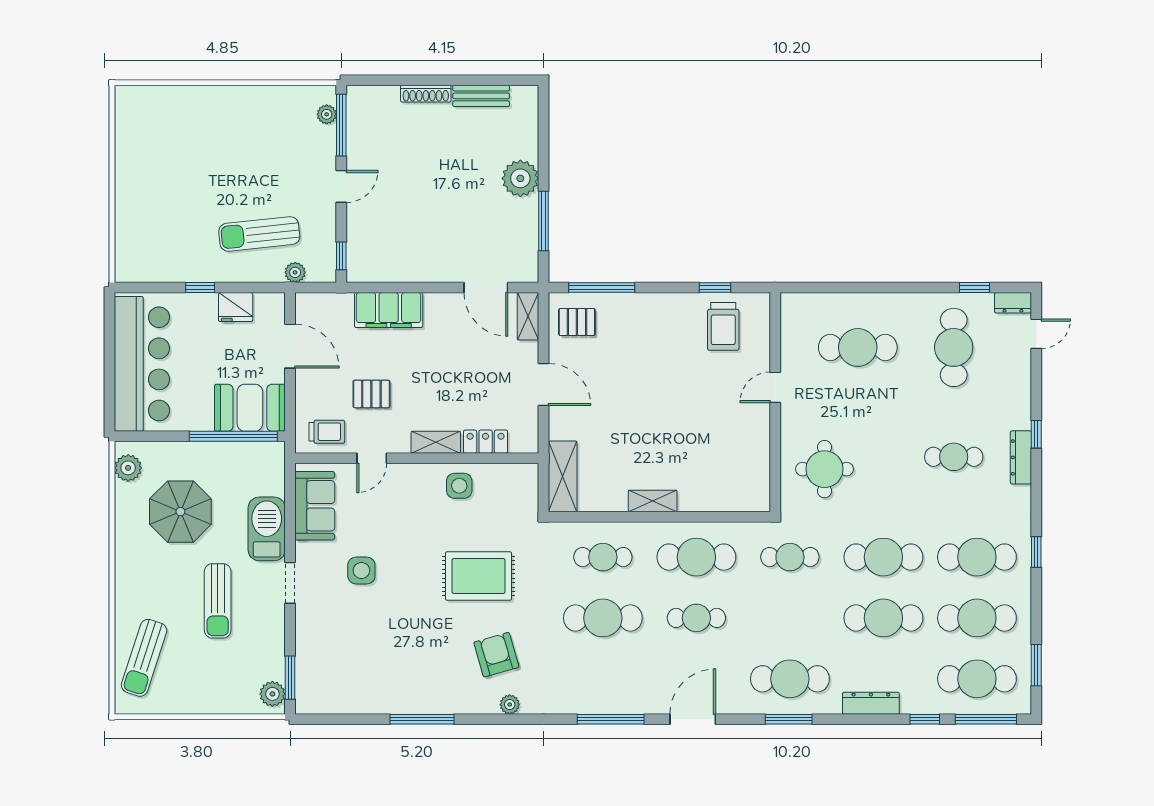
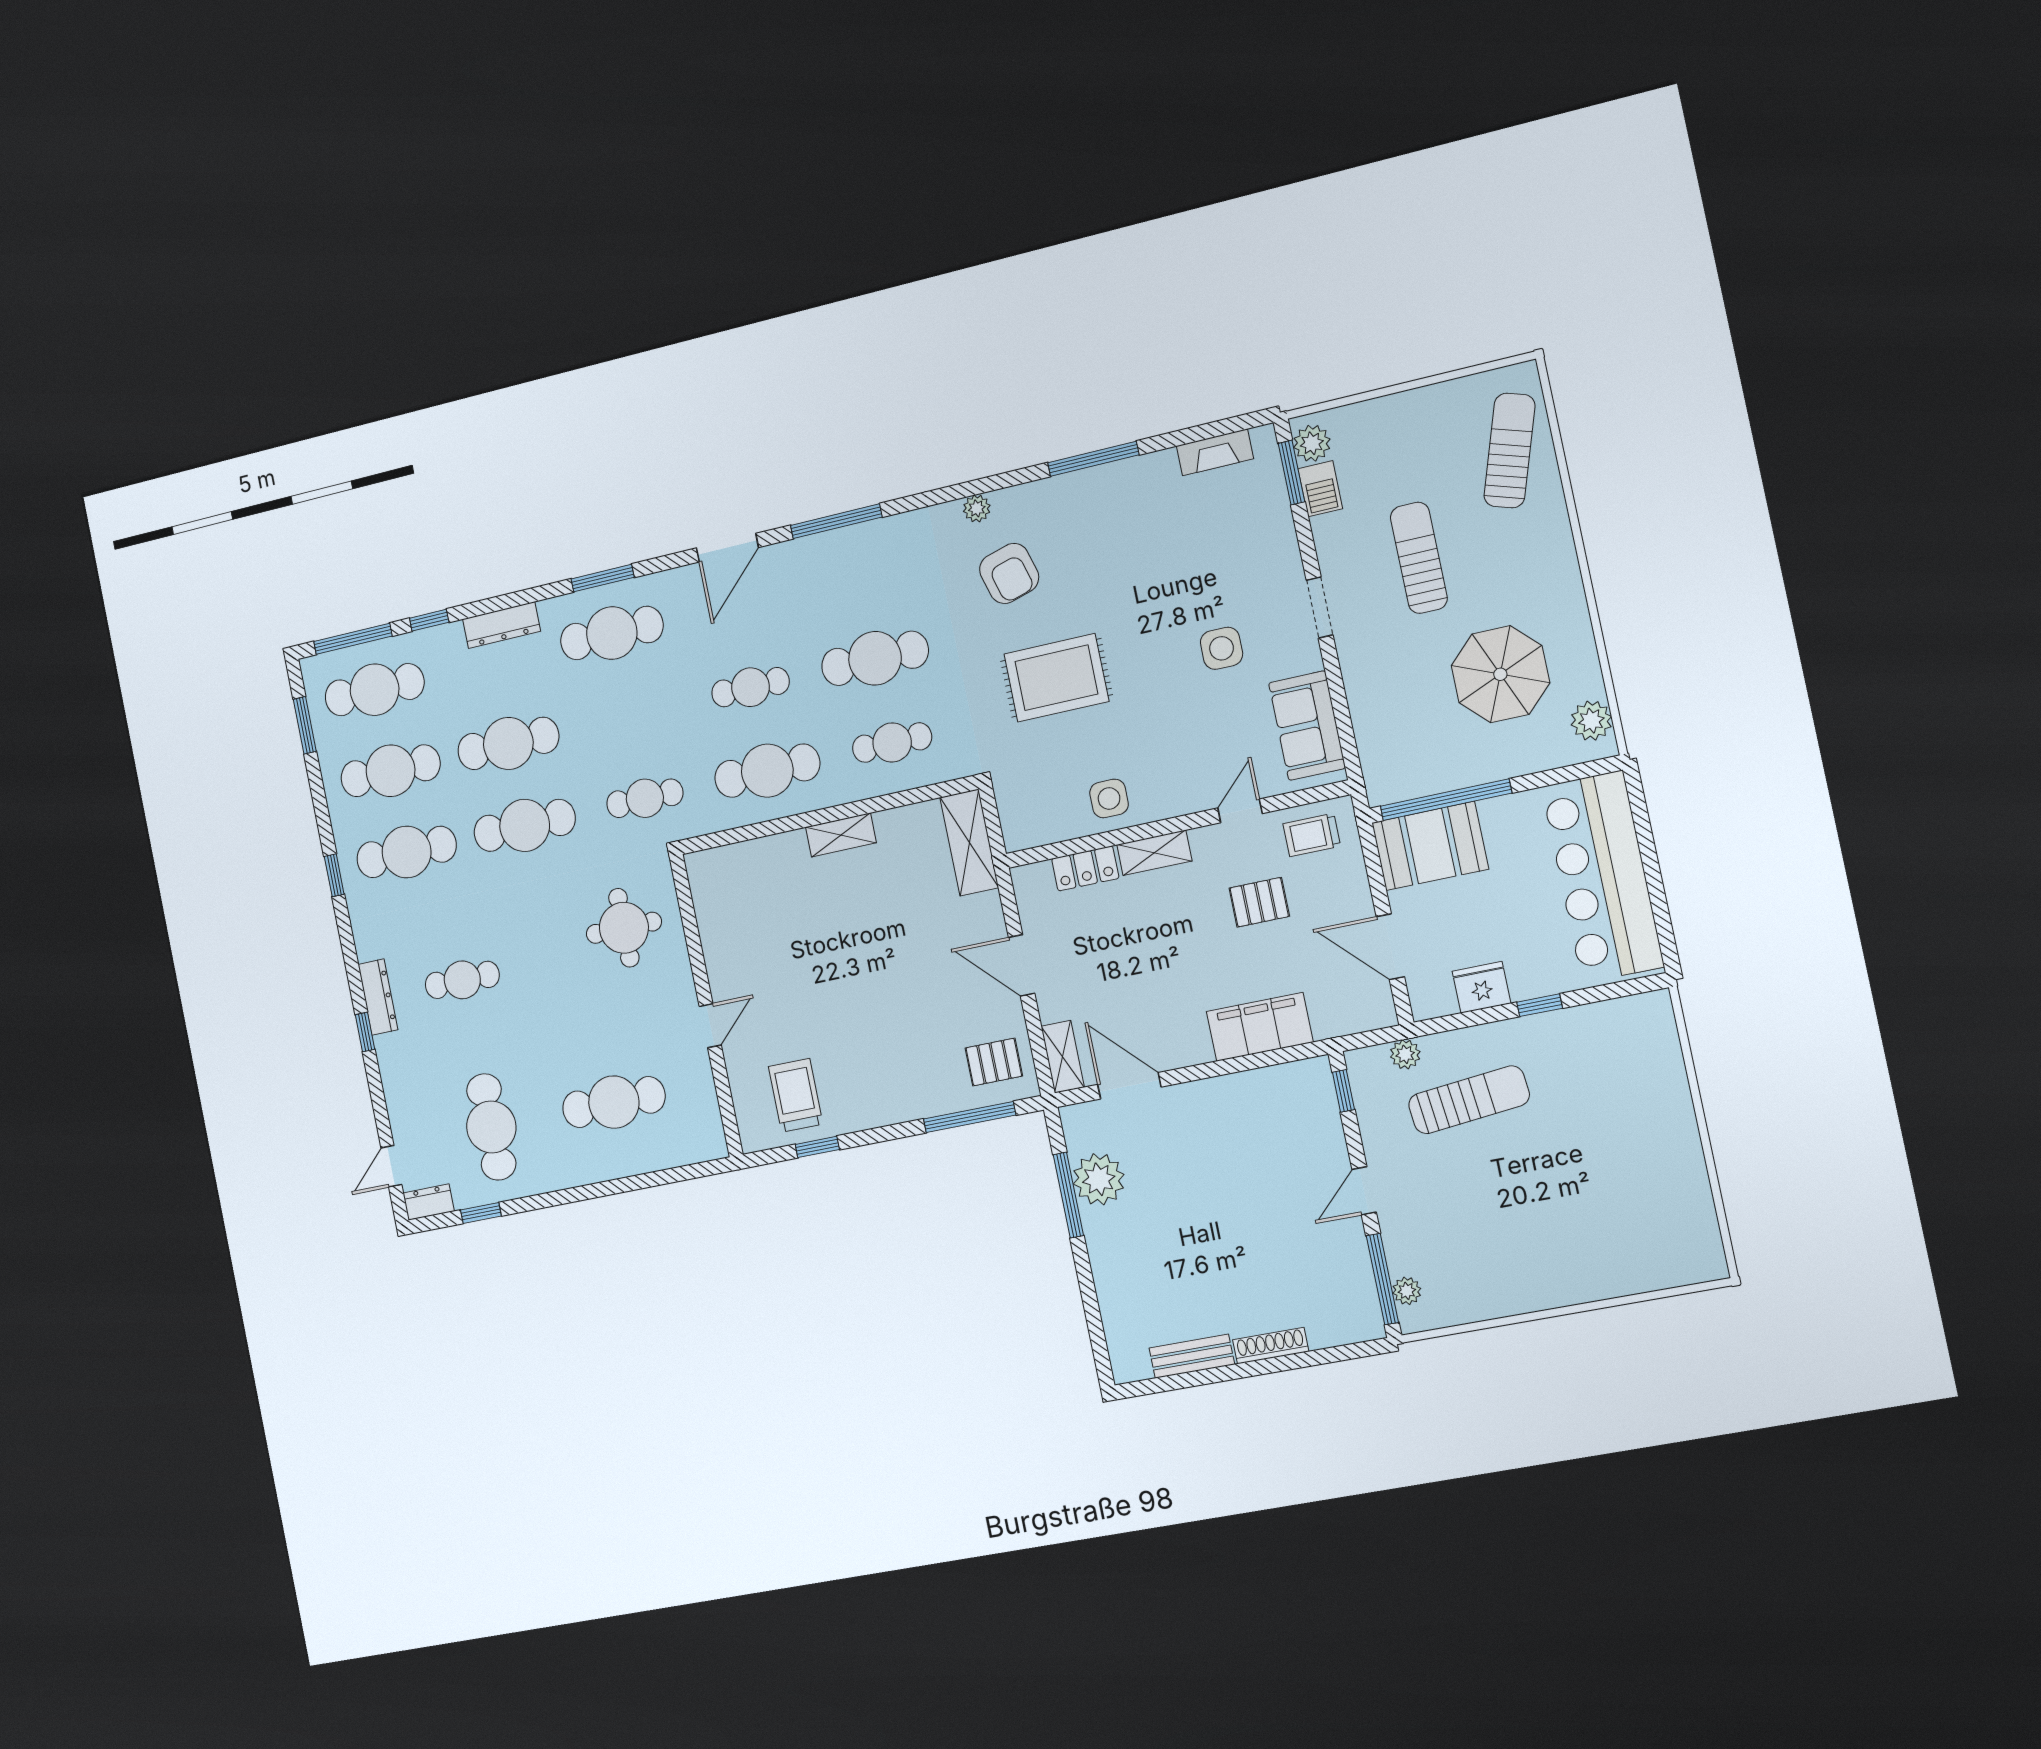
plant: (520, 178) -> (1099, 1179), moved
barbecue: (267, 529) -> (1320, 489), moved, width x0.53, depth x0.65
fireplace: (338, 704) -> (1215, 452), added

